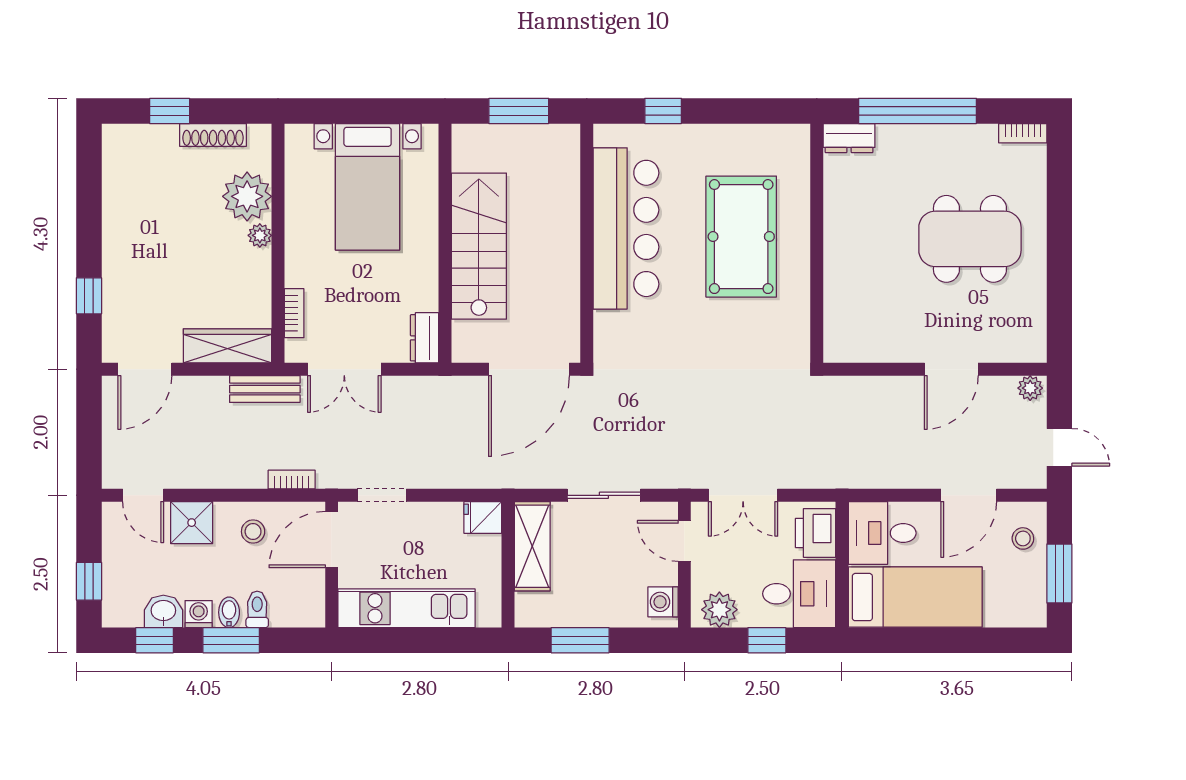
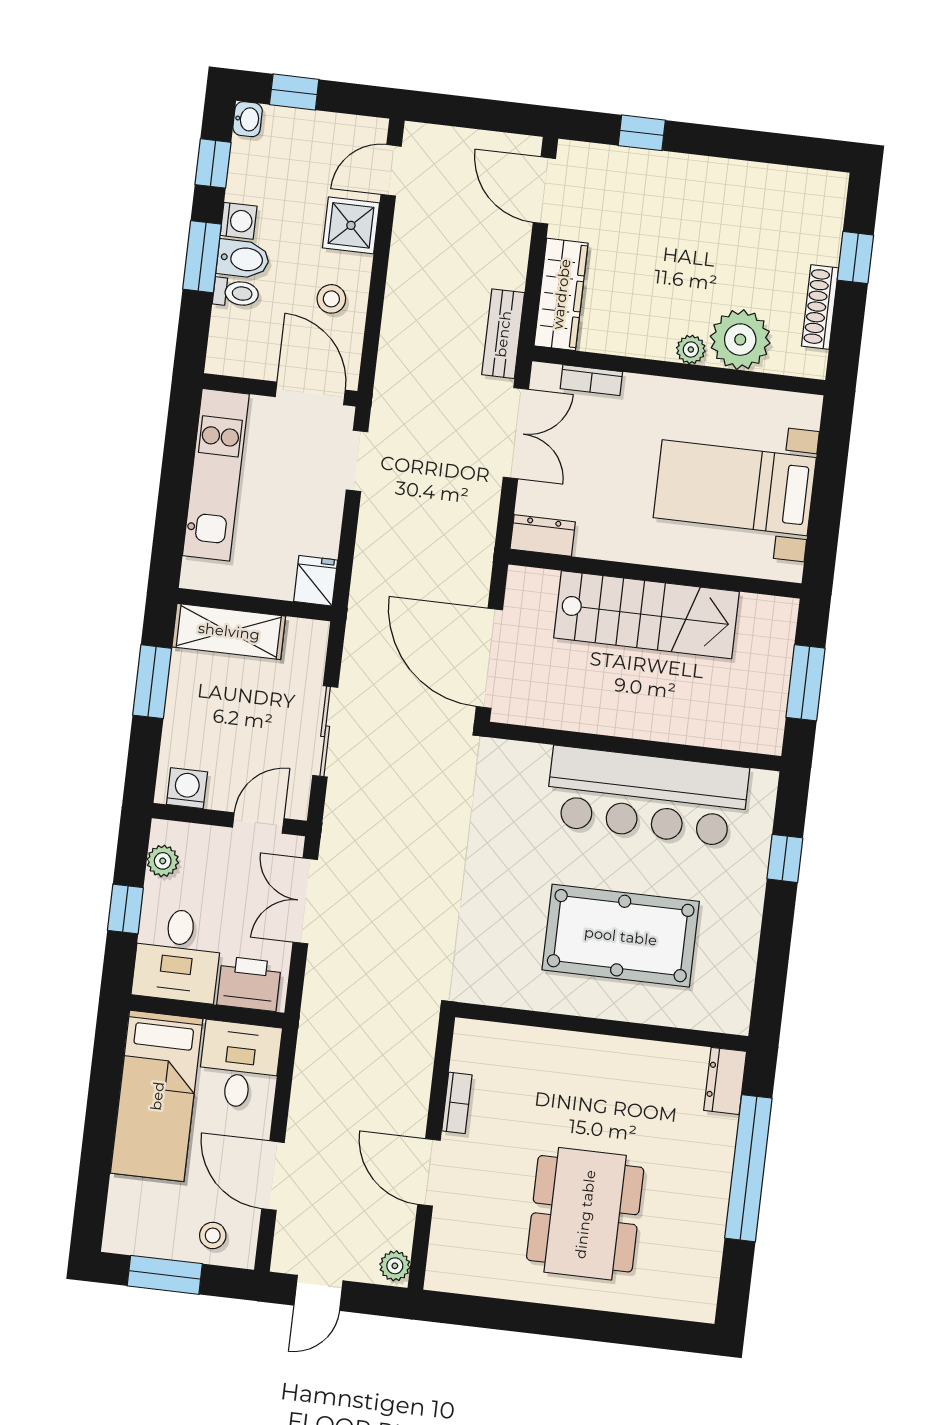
bookcase: (1023, 133) -> (457, 1103), moved, turned 180
double door: (344, 369) -> (516, 433), swing flipped
bookcase: (292, 480) -> (389, 353), removed
shelving: (532, 546) -> (229, 631), moved
plant: (719, 610) -> (163, 861), width x0.73, depth x0.73
washbasin: (163, 611) -> (248, 119), moved, width x0.72, depth x0.69
bidet: (229, 612) -> (243, 259), width x1.38, depth x1.36

